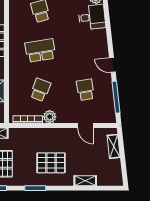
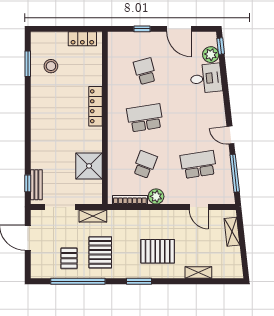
school desk: (85, 90) -> (198, 165), width x1.85

